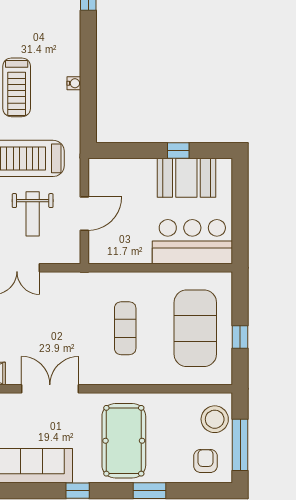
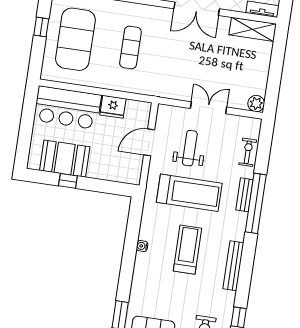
fridge: (136, 251) -> (113, 107), added

